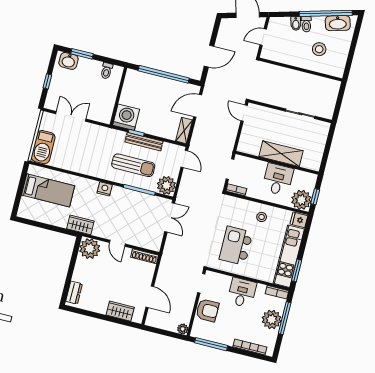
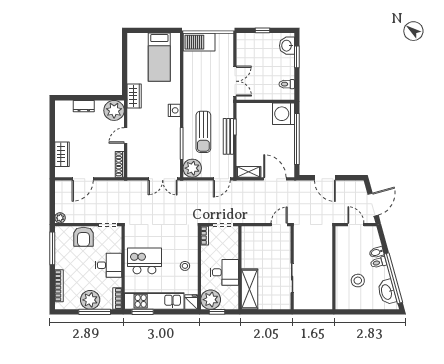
double door: (71, 116) -> (235, 81), moved
washing machine: (126, 117) -> (283, 114), moved, turned 180
shelving: (281, 154) -> (250, 289), moved
kitchen island: (236, 246) -> (144, 261), moved
dresser: (74, 293) -> (84, 106), moved

